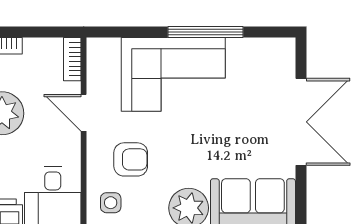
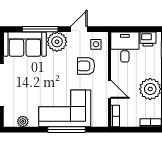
window: (205, 32) -> (67, 130), moved
plant: (257, 48) -> (23, 121), added

